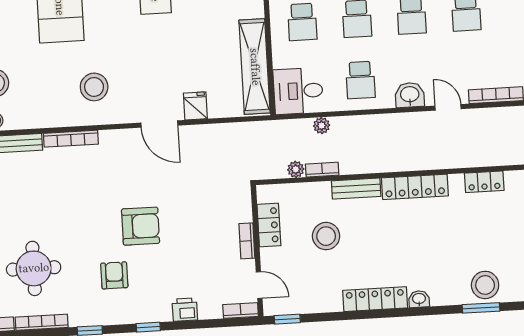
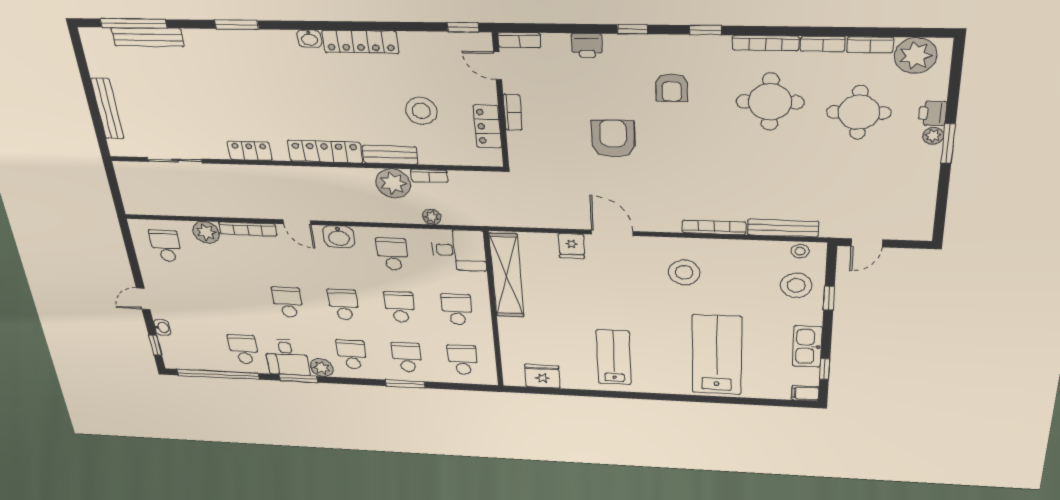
plant: (296, 169) -> (393, 183), moved, width x1.88, depth x1.88
armchair: (141, 226) -> (613, 139), moved, turned 90
stool: (485, 285) -> (235, 48), removed

